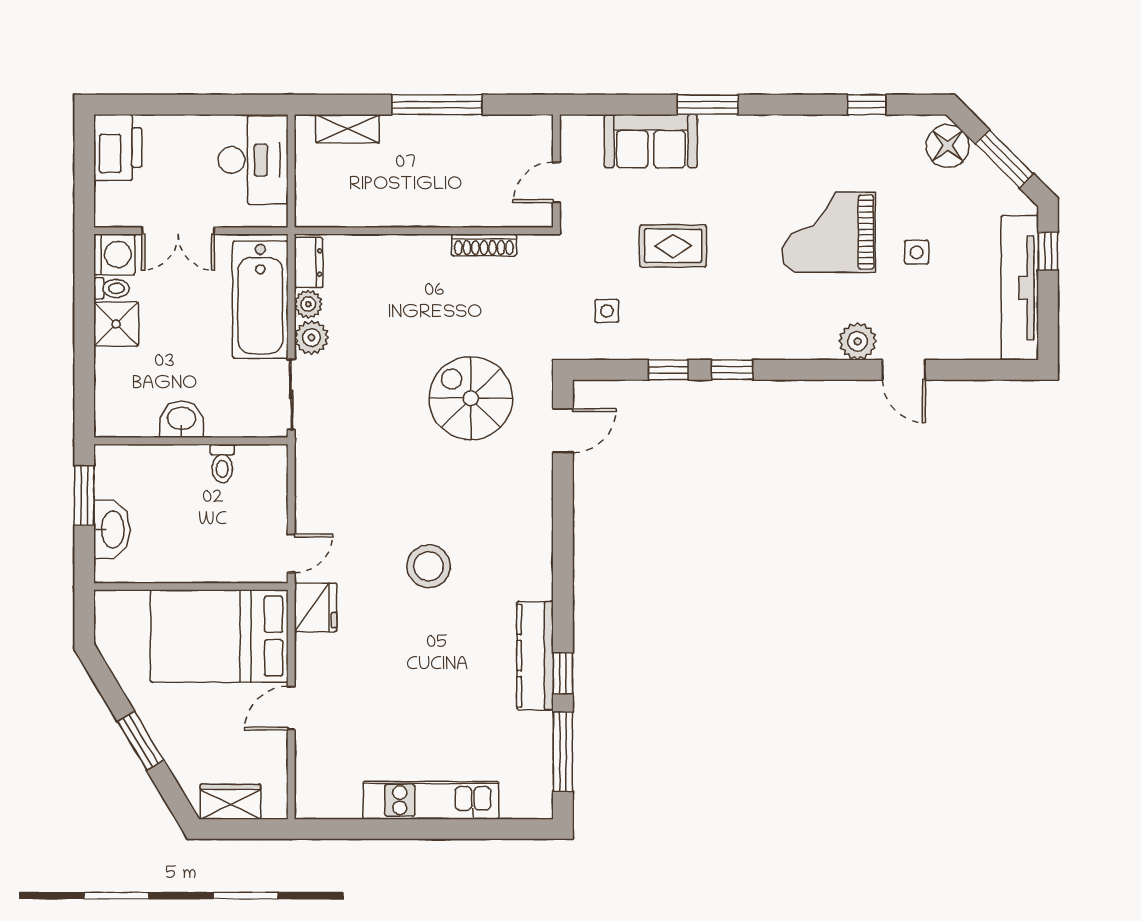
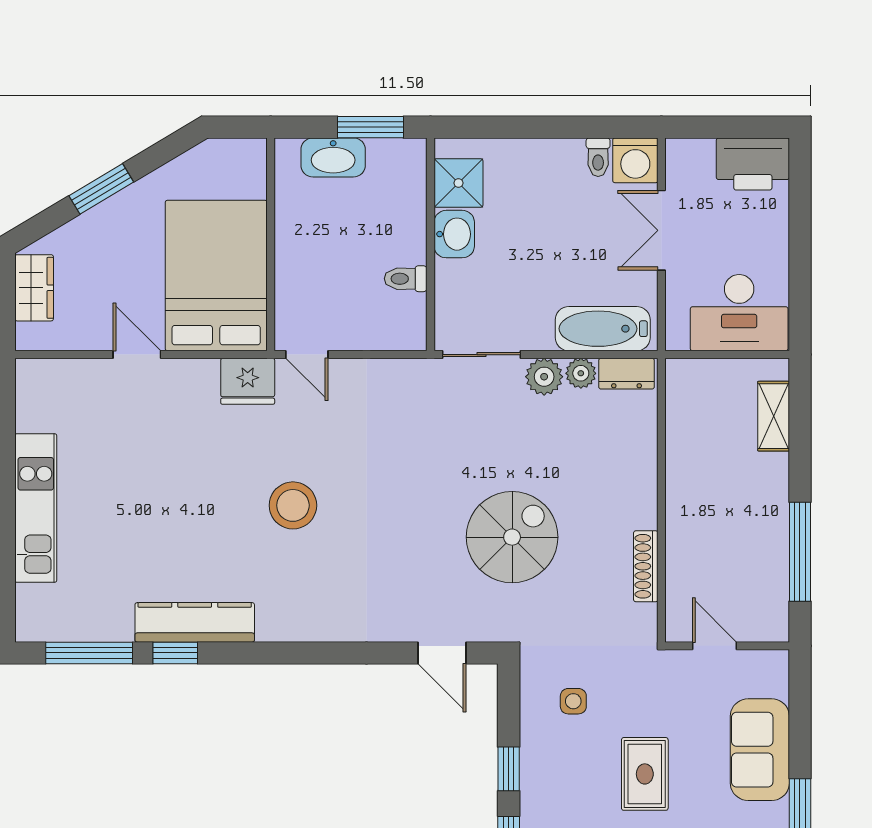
window: (437, 105) -> (800, 552), moved
bathtub: (260, 300) -> (603, 329), width x0.73, depth x0.73
shower: (116, 324) -> (458, 183), moved
spiral stairs: (471, 398) -> (512, 537), moved

